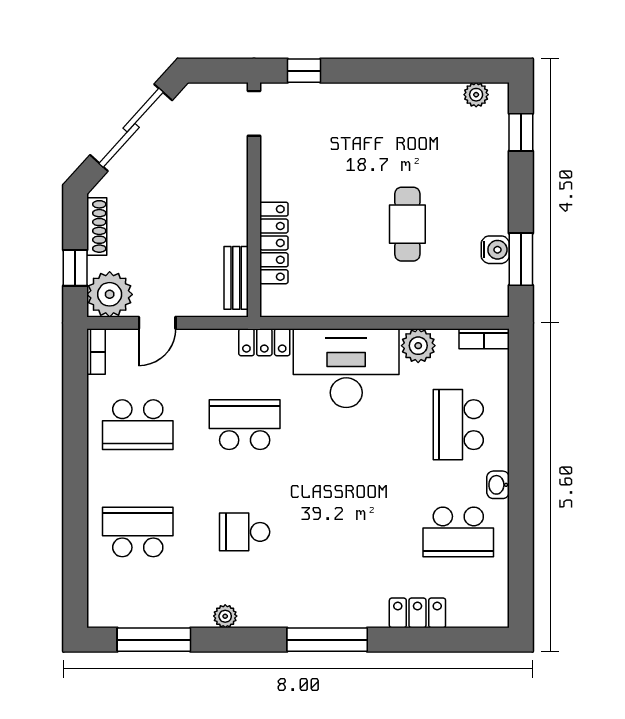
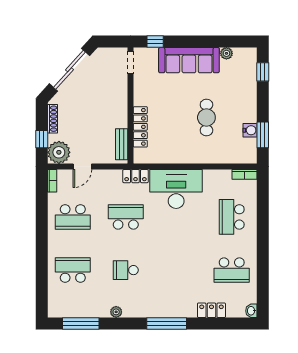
plant: (476, 95) -> (226, 53), moved
sofa: (372, 108) -> (189, 60), added
plant: (418, 346) -> (212, 178), removed
washbasin: (498, 485) -> (251, 311), moved

